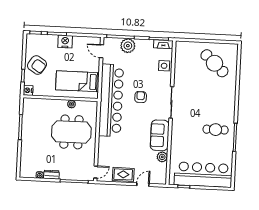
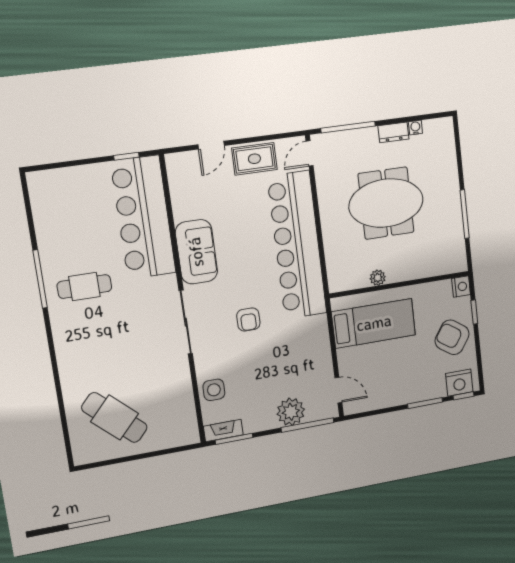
nightstand: (65, 42) -> (459, 383), moved
bar counter: (111, 100) -> (297, 245), moved
meeting table: (71, 132) -> (386, 203), moved
plant: (162, 157) -> (183, 209), removed
bar counter: (203, 175) -> (143, 217), moved, turned 90

